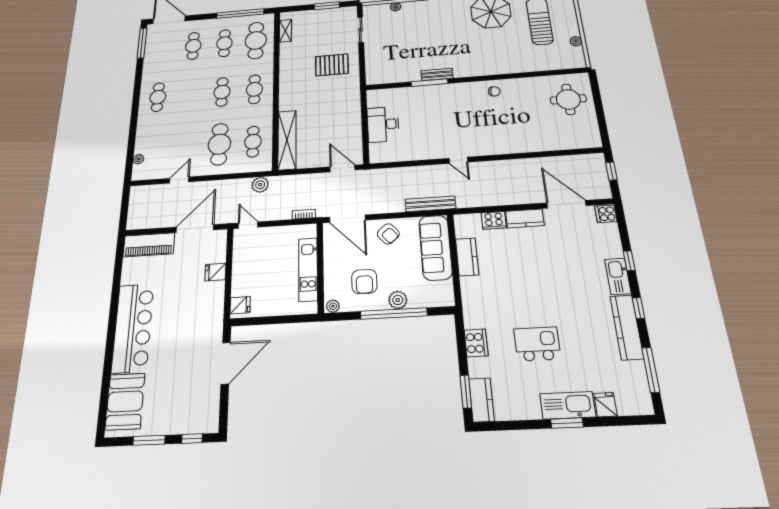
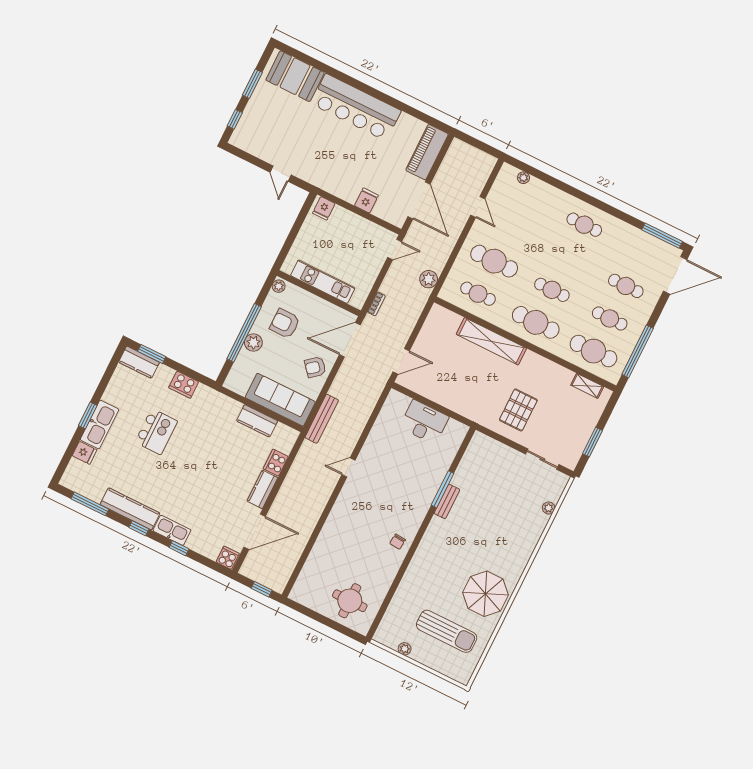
cafe table: (254, 89) -> (536, 322), width x1.37, depth x1.35
shelving: (287, 140) -> (491, 341), moved
door: (226, 363) -> (281, 174), width x0.53

